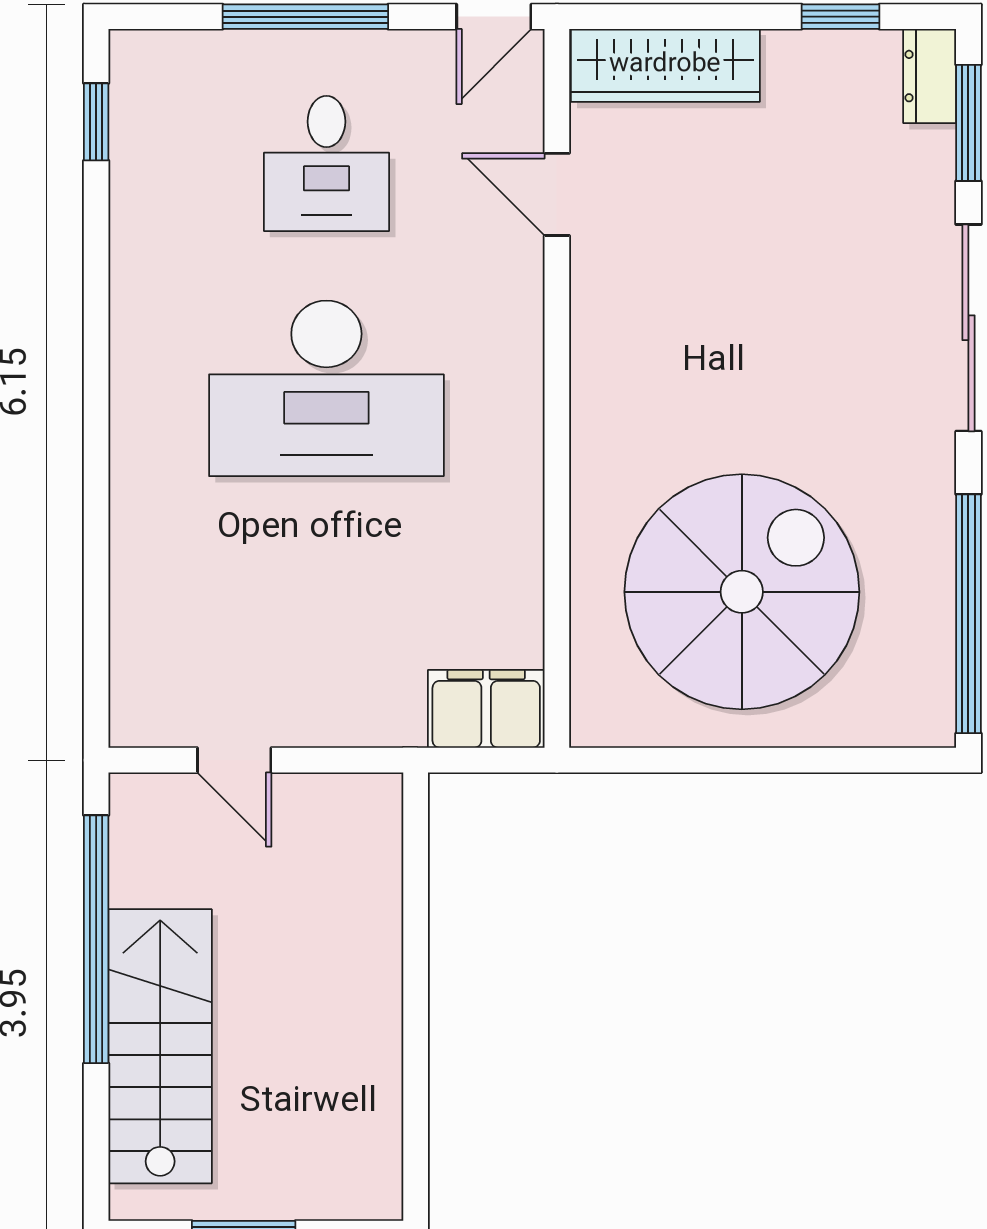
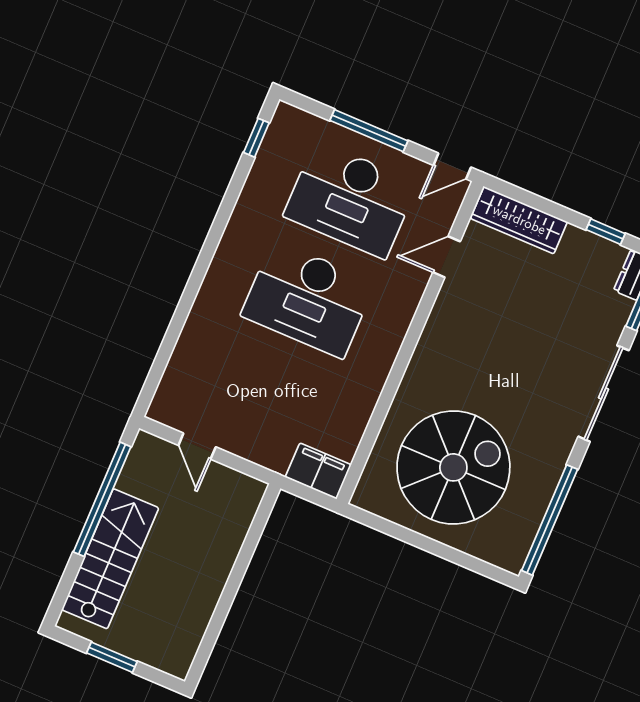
desk: (326, 163) -> (350, 200), width x1.87, depth x1.30
door: (557, 194) -> (447, 257), hinge flipped

